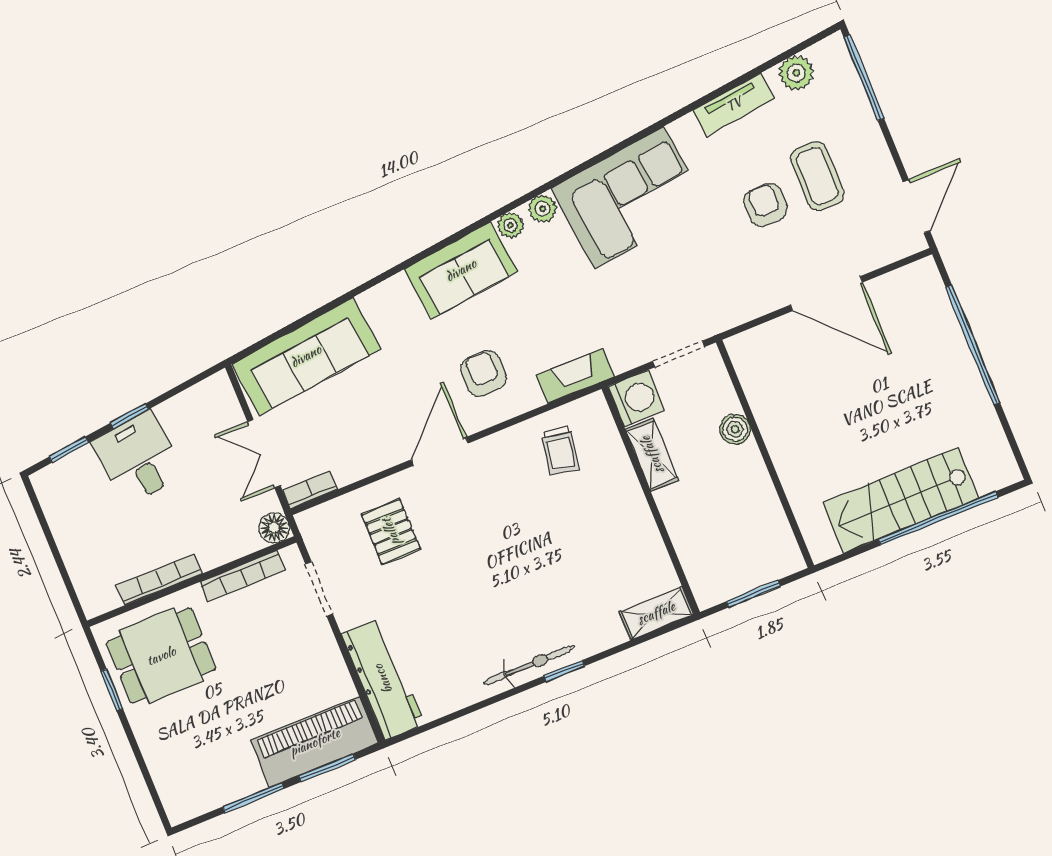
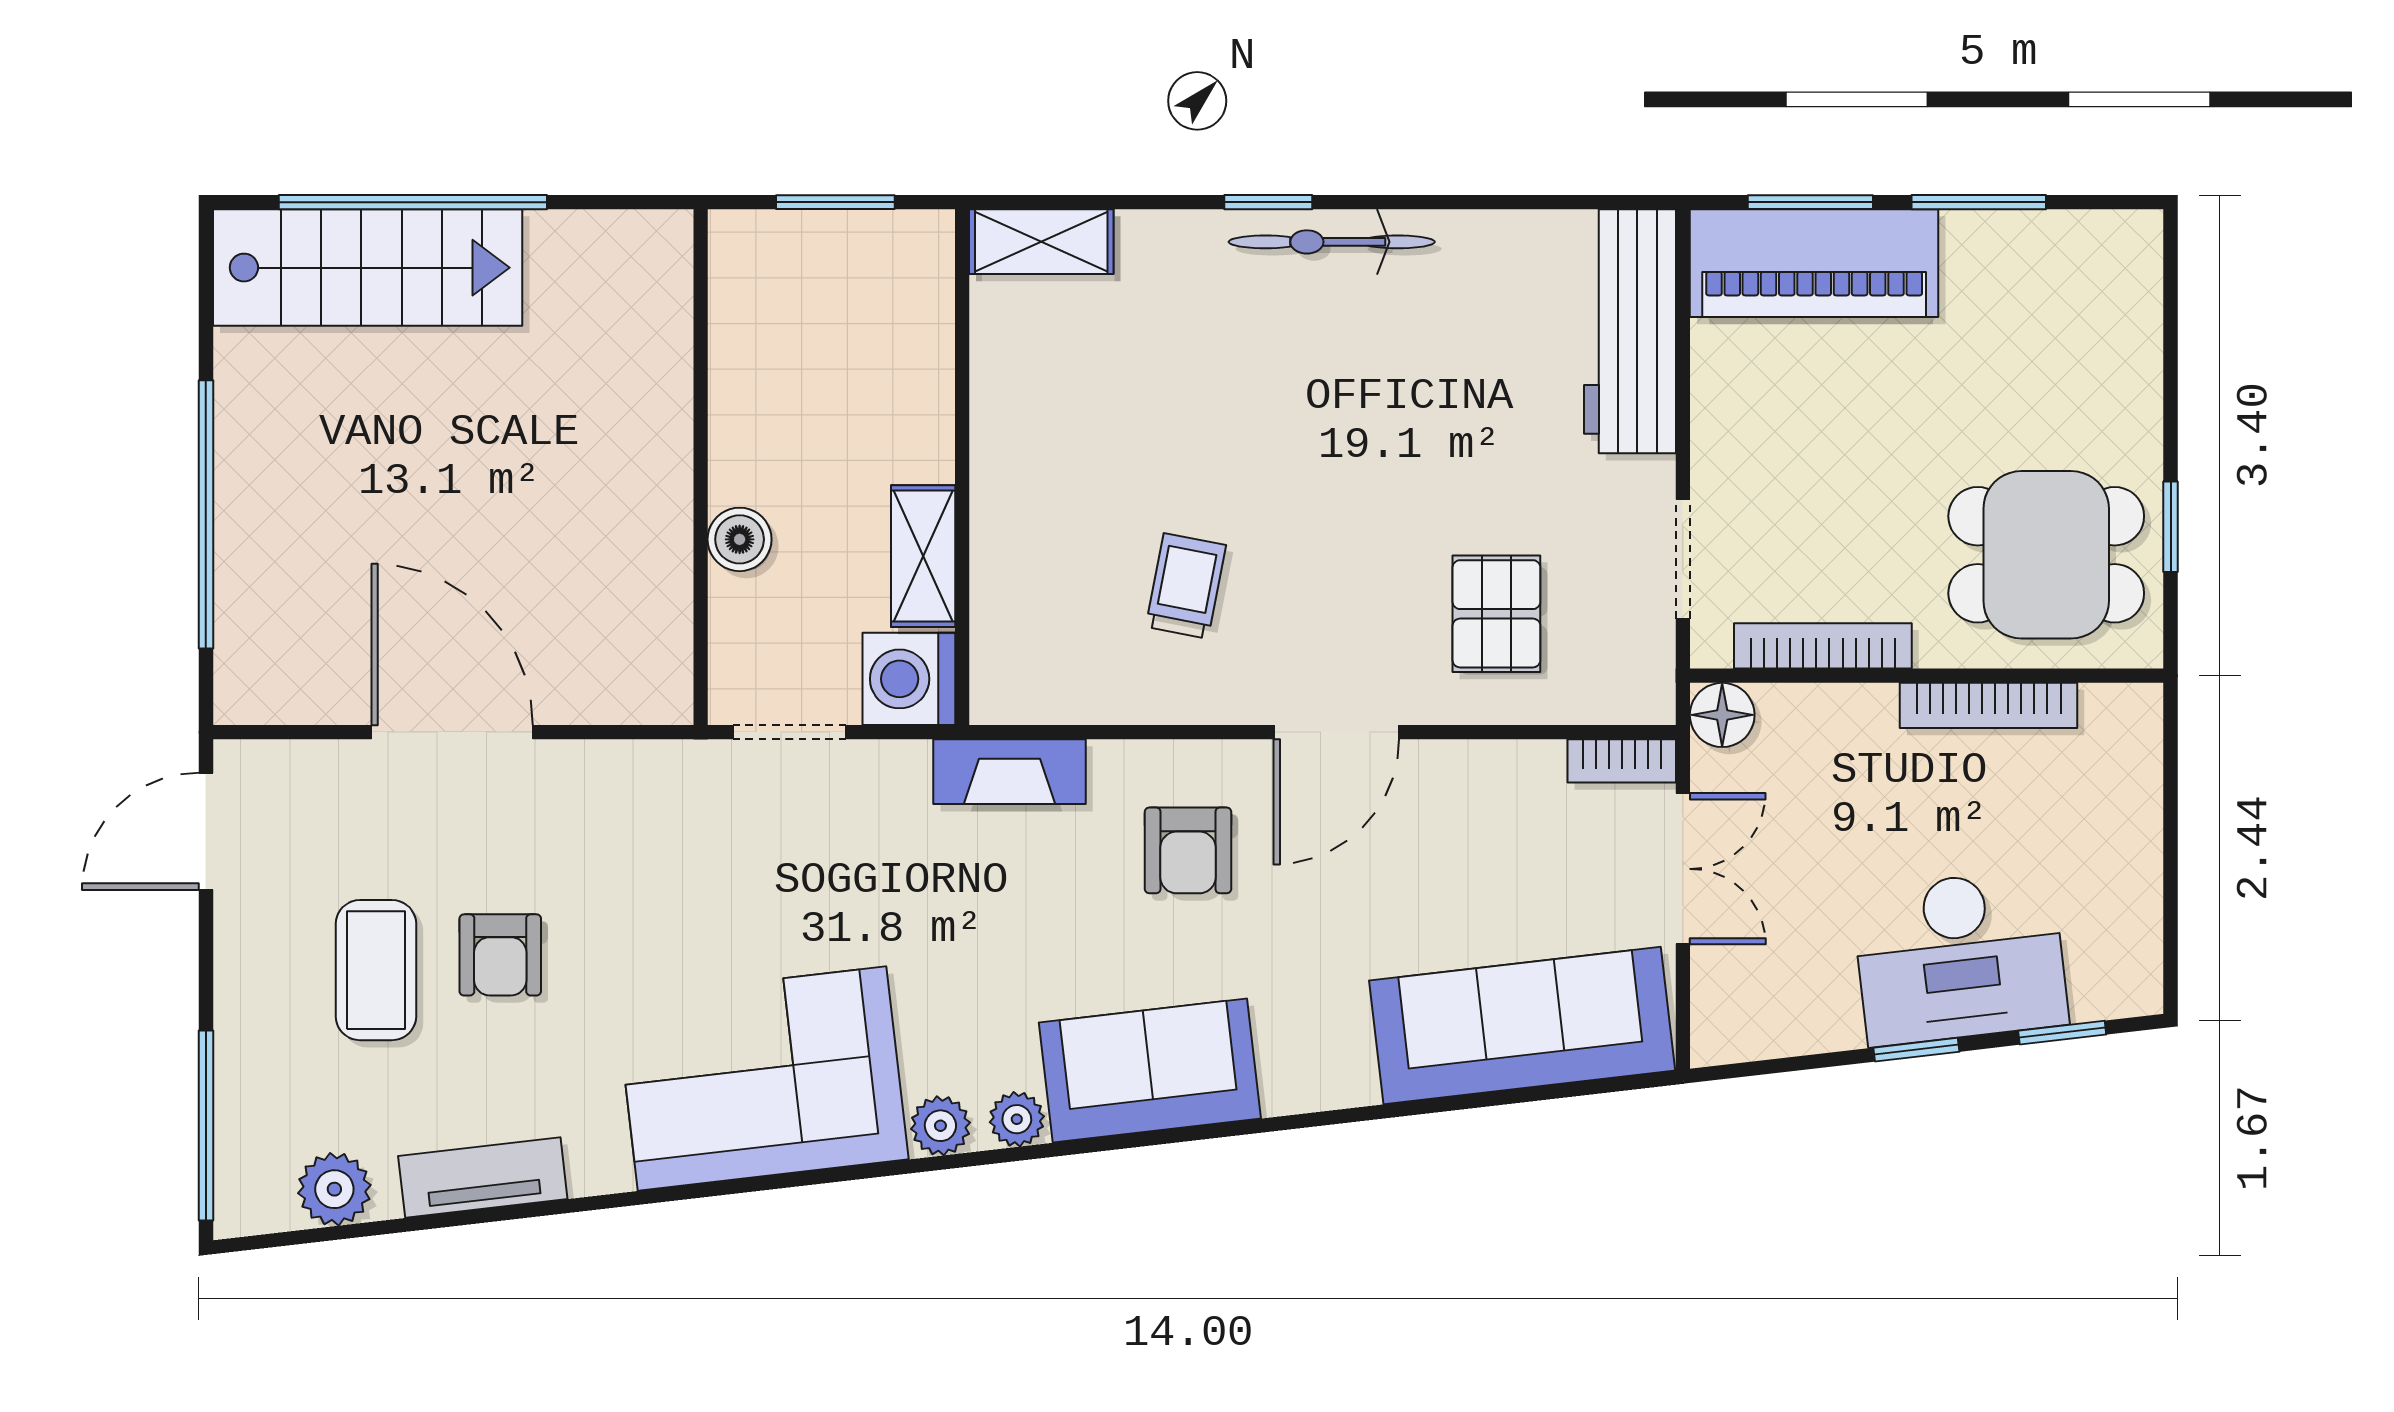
trolley: (560, 451) -> (1186, 586), moved
desk: (138, 458) -> (1960, 957), width x1.37
stairs: (901, 500) -> (368, 268), moved

